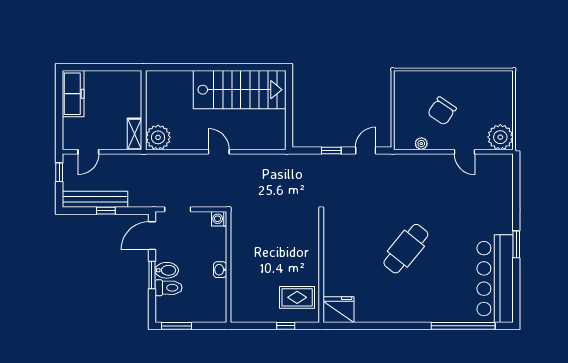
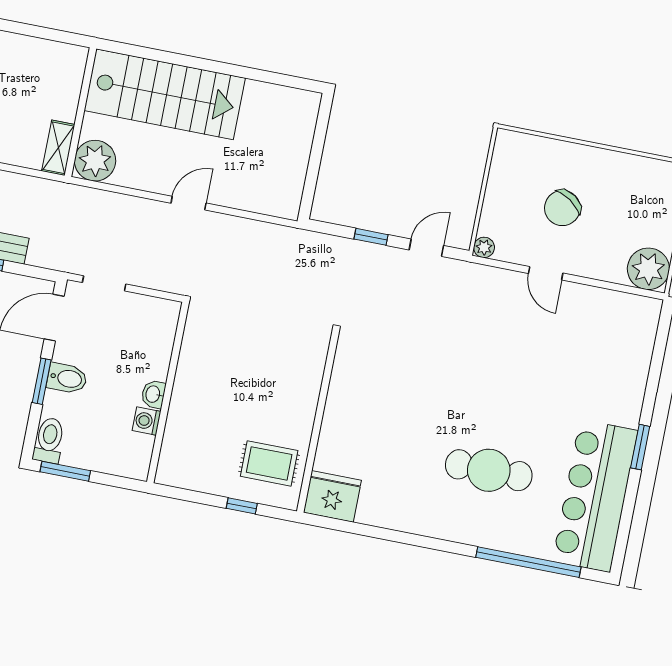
stairs: (240, 90) -> (165, 94), moved
plant: (421, 144) -> (484, 247), moved
door: (219, 152) -> (189, 203), hinge flipped
door: (464, 152) -> (546, 273), moved
washing machine: (219, 219) -> (146, 421), moved
cafe table: (406, 249) -> (489, 470), moved, turned 51
toilet: (169, 288) -> (49, 440), moved, turned -90

